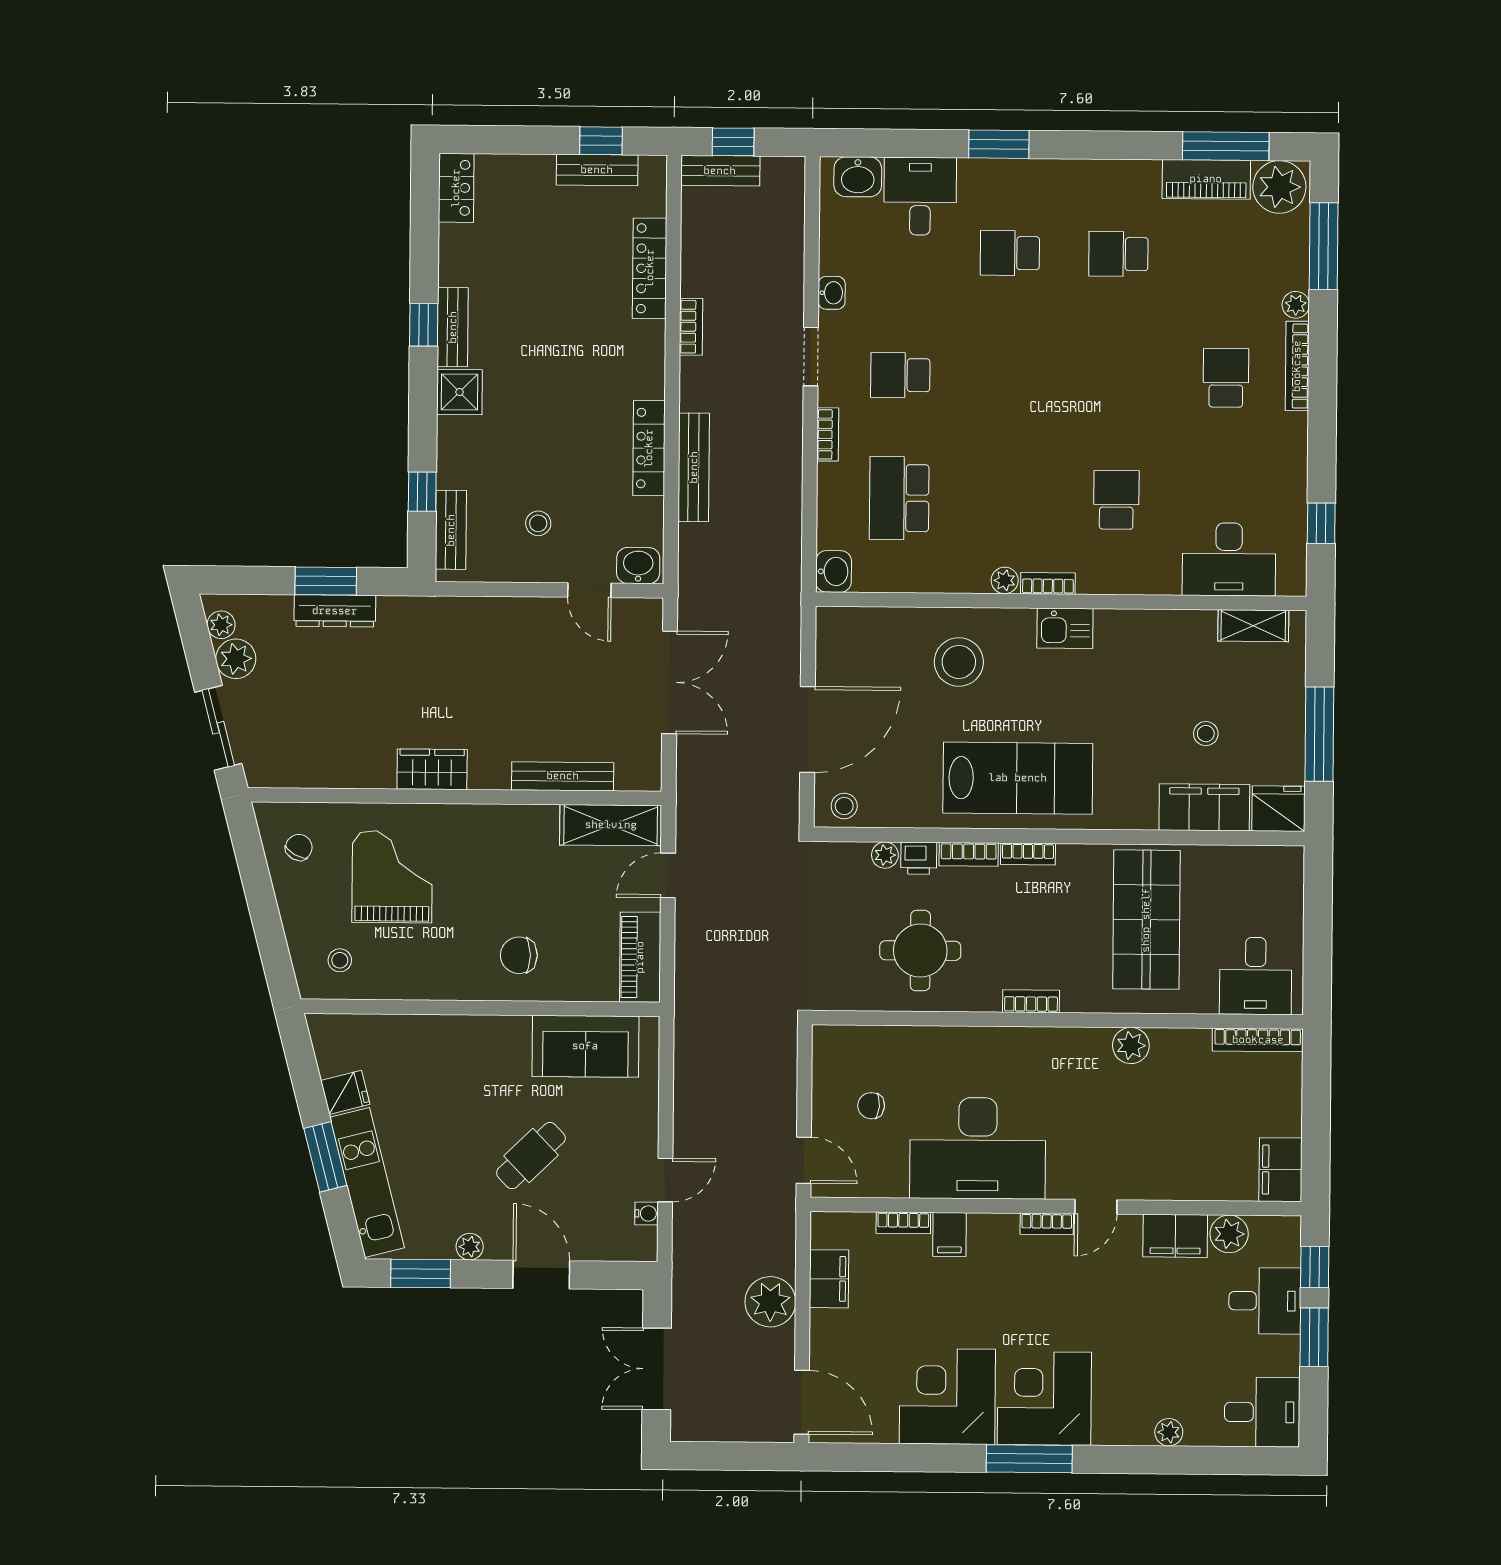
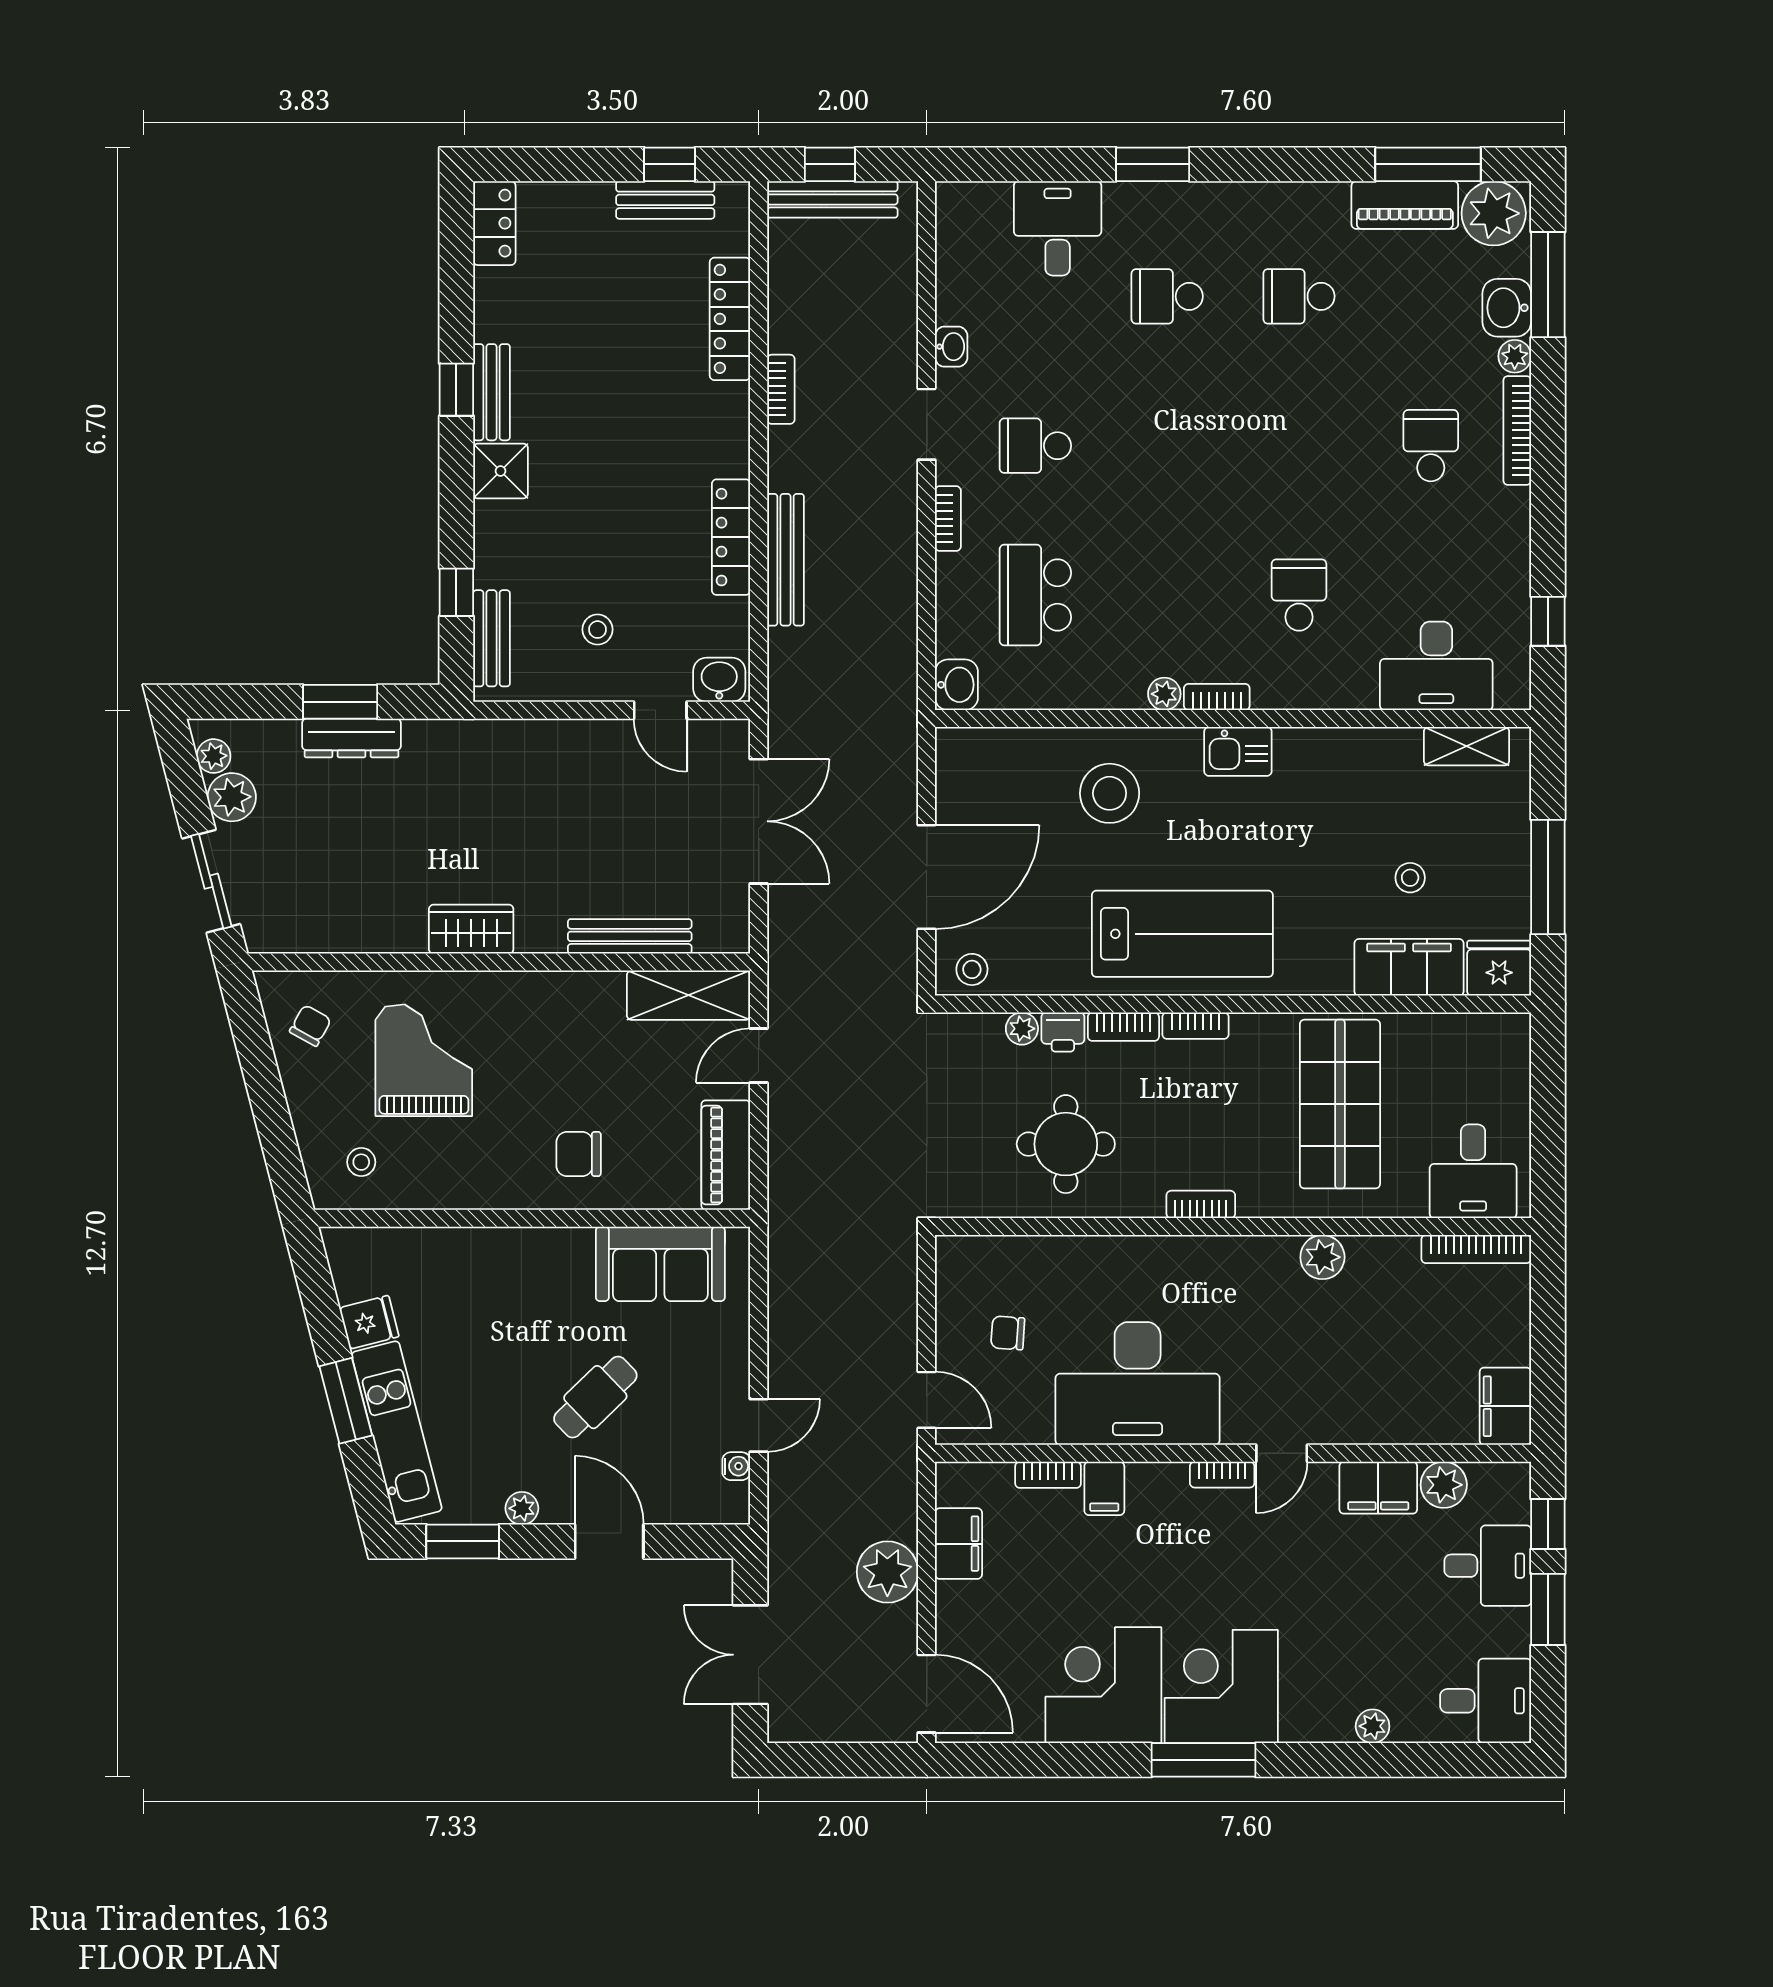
bench: (720, 171) -> (832, 199), width x1.36
washbasin: (858, 177) -> (1507, 308), moved, turned 90

